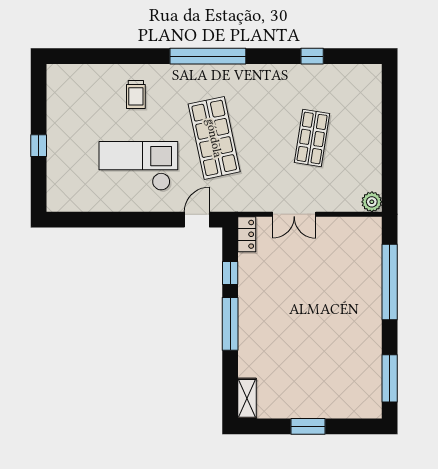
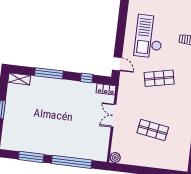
shop shelf: (214, 138) -> (159, 78), width x0.70, depth x0.74
checkout: (138, 166) -> (149, 36), turned 180
window: (230, 324) -> (49, 73), moved
window: (390, 378) -> (31, 157), moved

